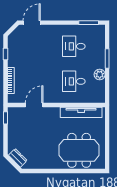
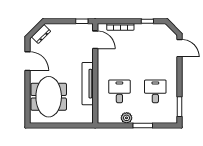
door: (34, 105) -> (95, 40), moved
tv unit: (81, 112) -> (88, 84), moved
door: (44, 171) -> (27, 61), added

